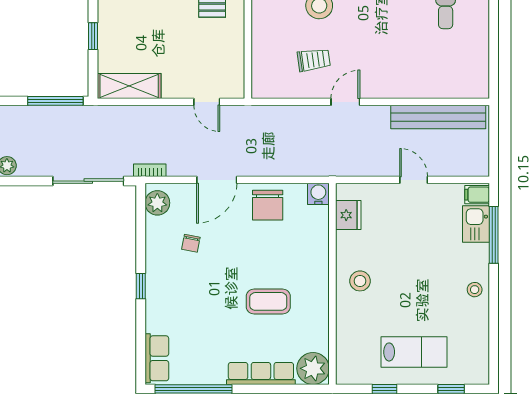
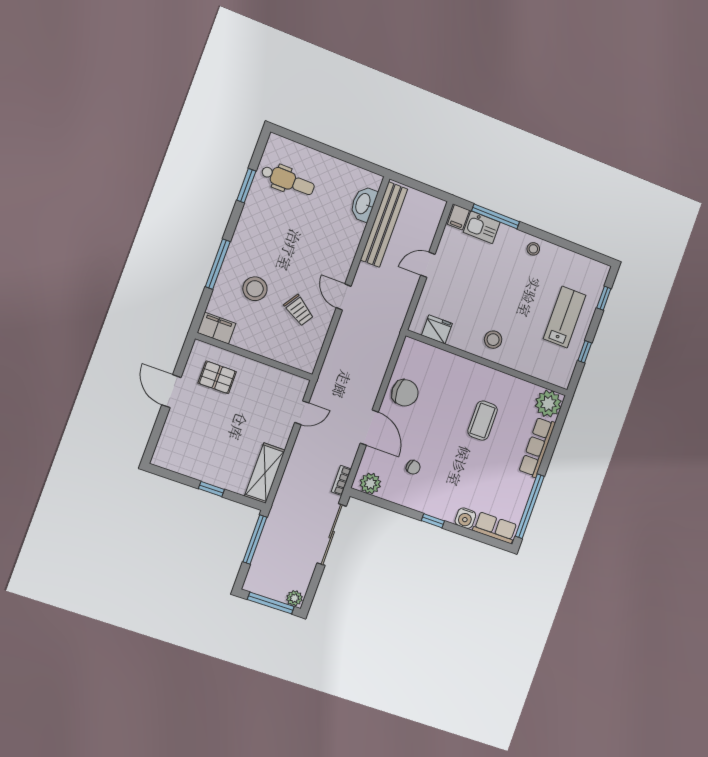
trolley: (314, 60) -> (299, 310), turned 131
washbasin: (452, 87) -> (363, 204), added
water cooler: (318, 194) -> (465, 518), moved, turned -90

